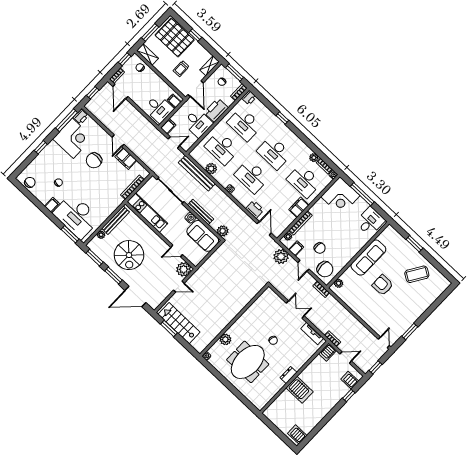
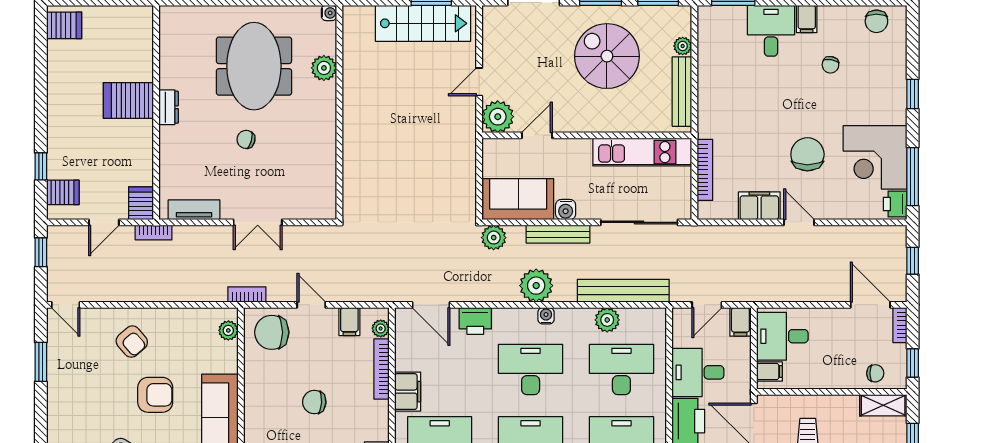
desk: (76, 216) -> (771, 31), width x0.53, depth x0.77
chair: (320, 248) -> (314, 402), moved
plant: (281, 257) -> (536, 286), moved
armchair: (374, 310) -> (132, 342), added

